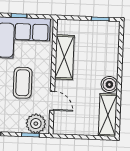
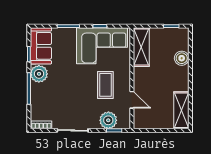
shelving: (64, 57) -> (141, 47), moved
boiler: (109, 84) -> (182, 58), moved
plant: (36, 124) -> (108, 120), moved

